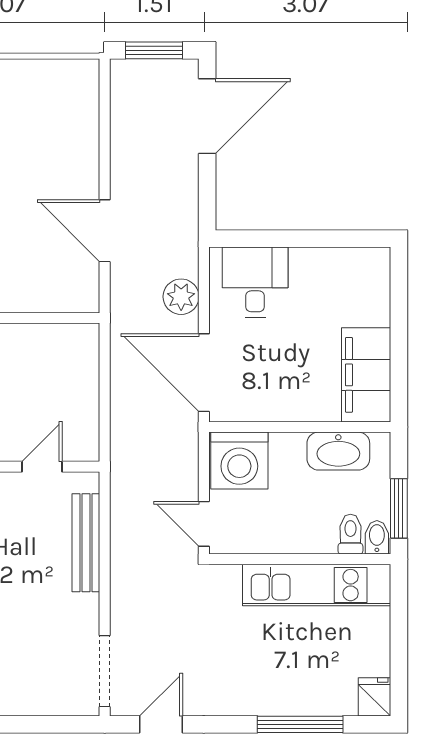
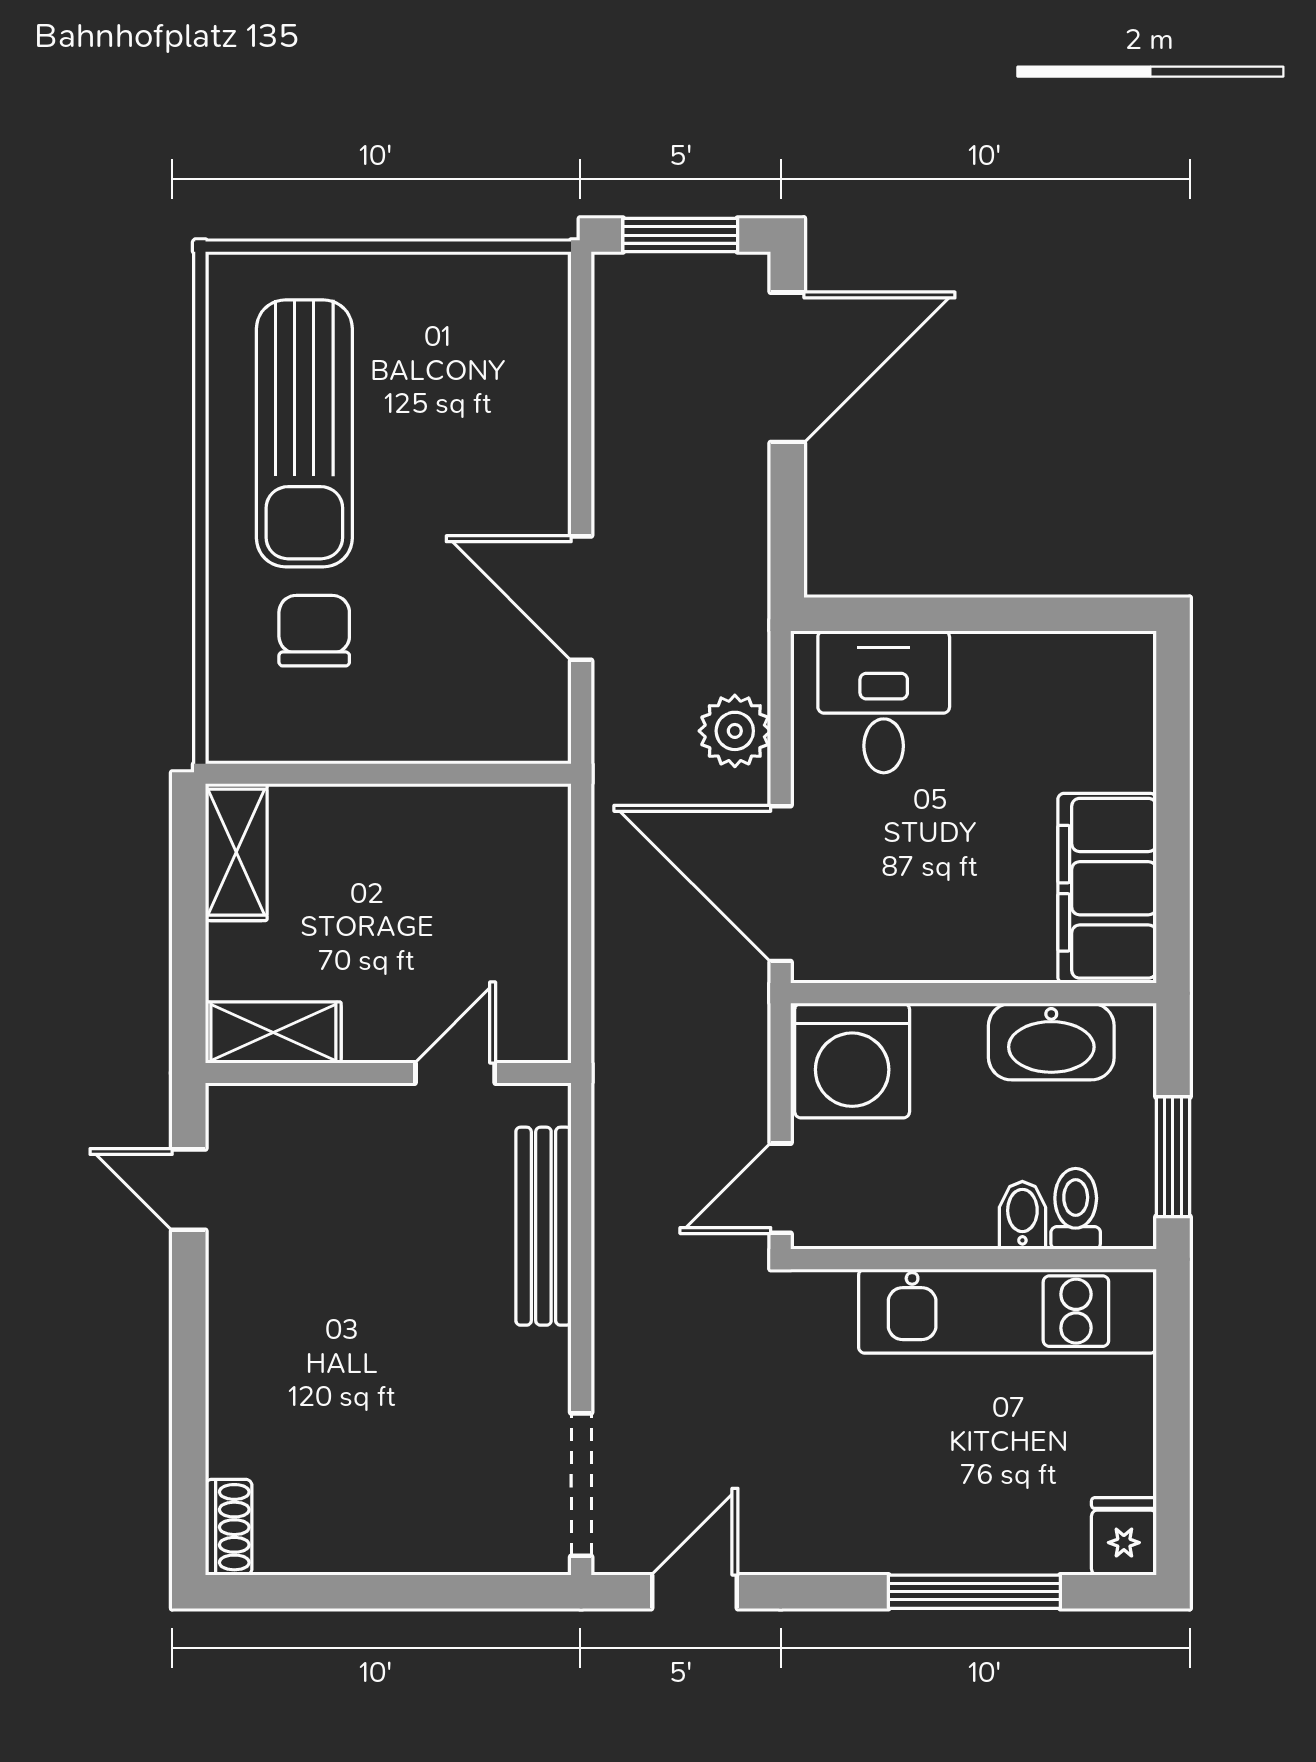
door: (204, 524) -> (781, 1188), hinge flipped
bidet: (377, 537) -> (1022, 1215), moved

